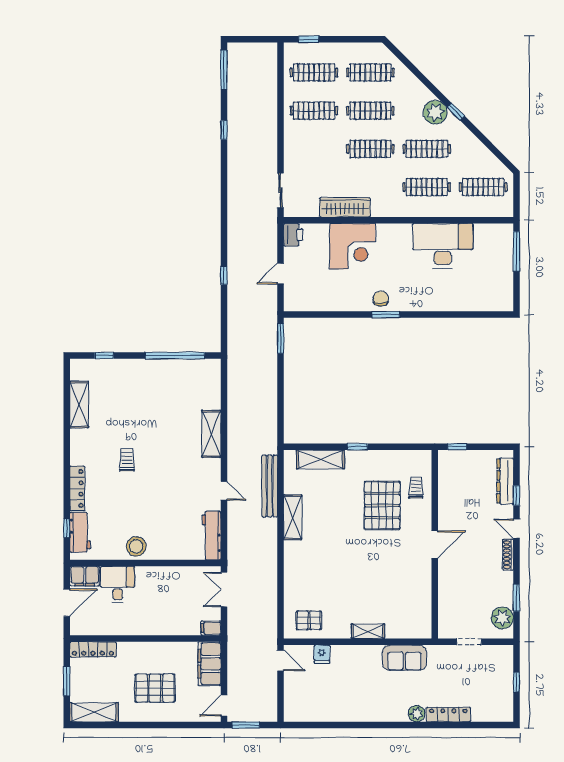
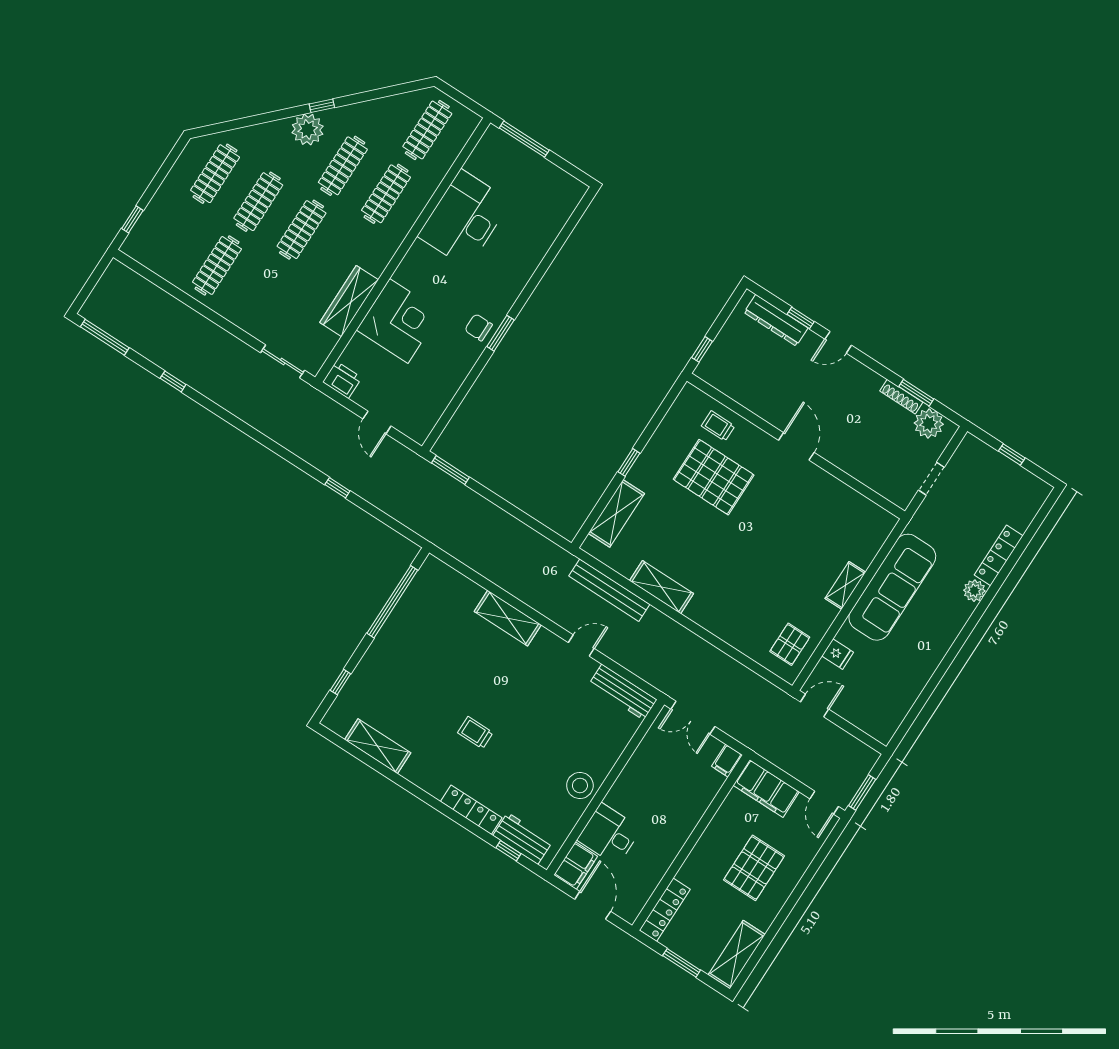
clothes rail: (314, 72) -> (174, 237), removed
shoe rack: (508, 555) -> (901, 397), moved
sofa: (404, 658) -> (892, 587), width x1.85, depth x1.27

